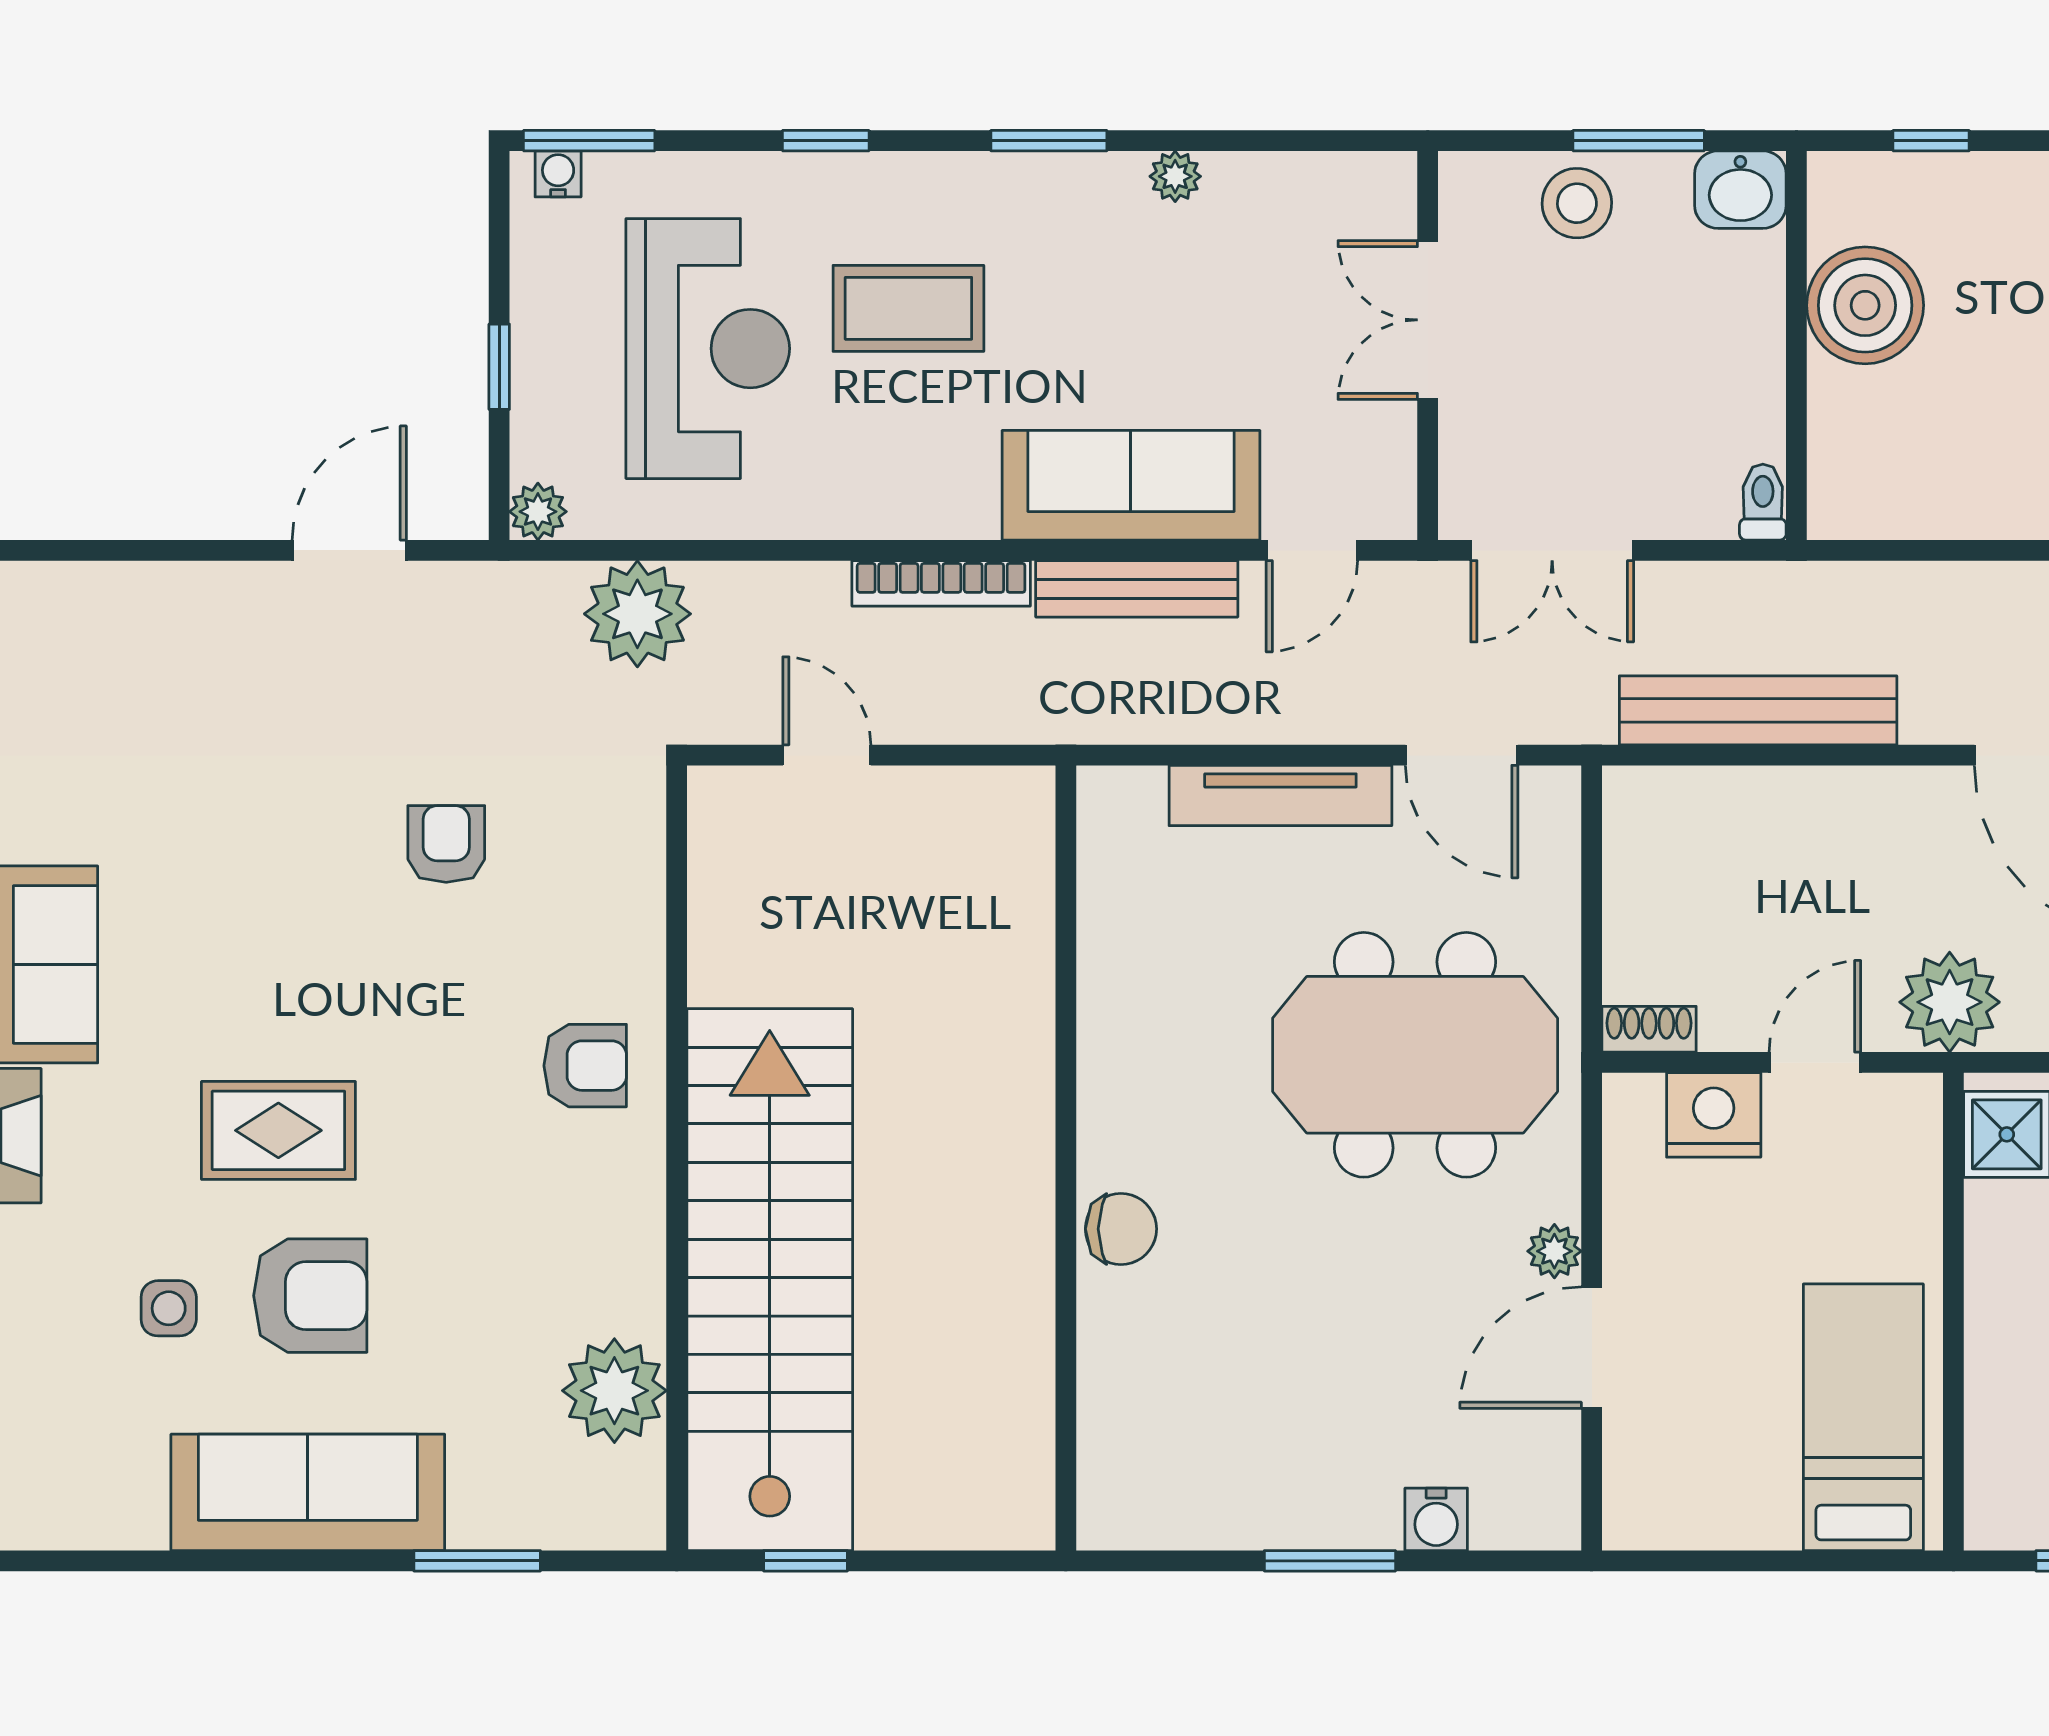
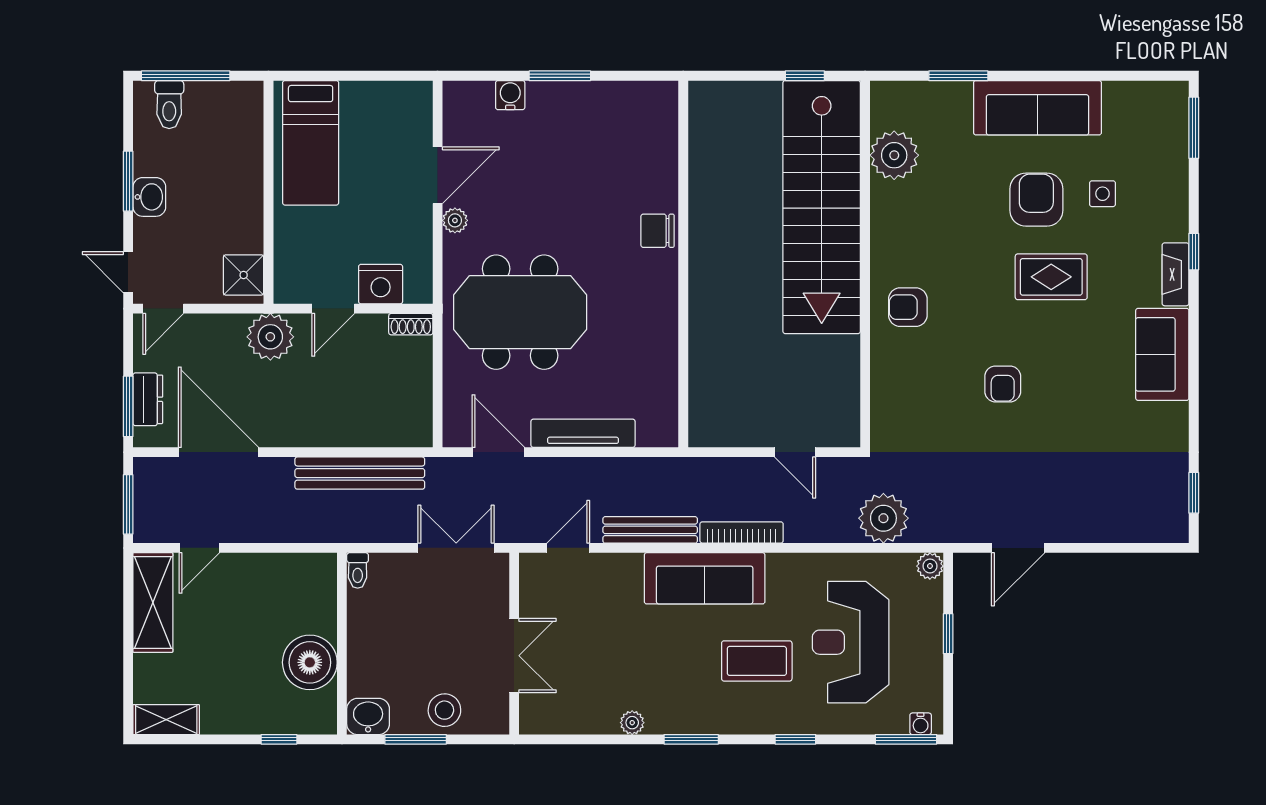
sofa: (1131, 485) -> (705, 578), moved
armchair: (446, 844) -> (1003, 384), moved
armchair: (310, 1296) -> (1036, 200), turned 90

